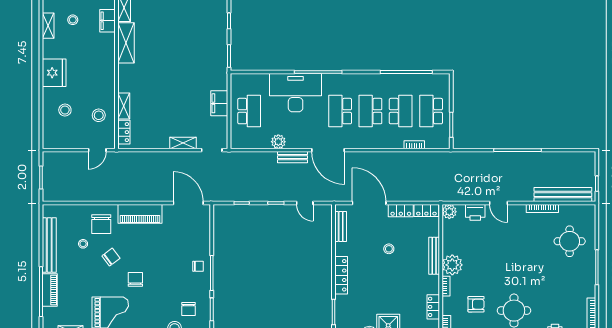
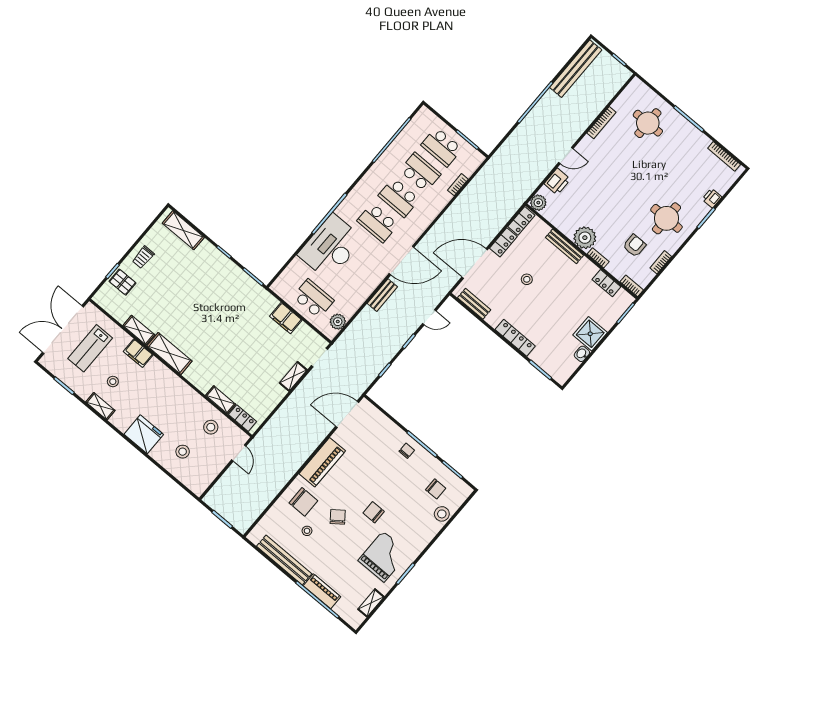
plant: (278, 142) -> (338, 322), moved
bench: (563, 195) -> (576, 69), moved

